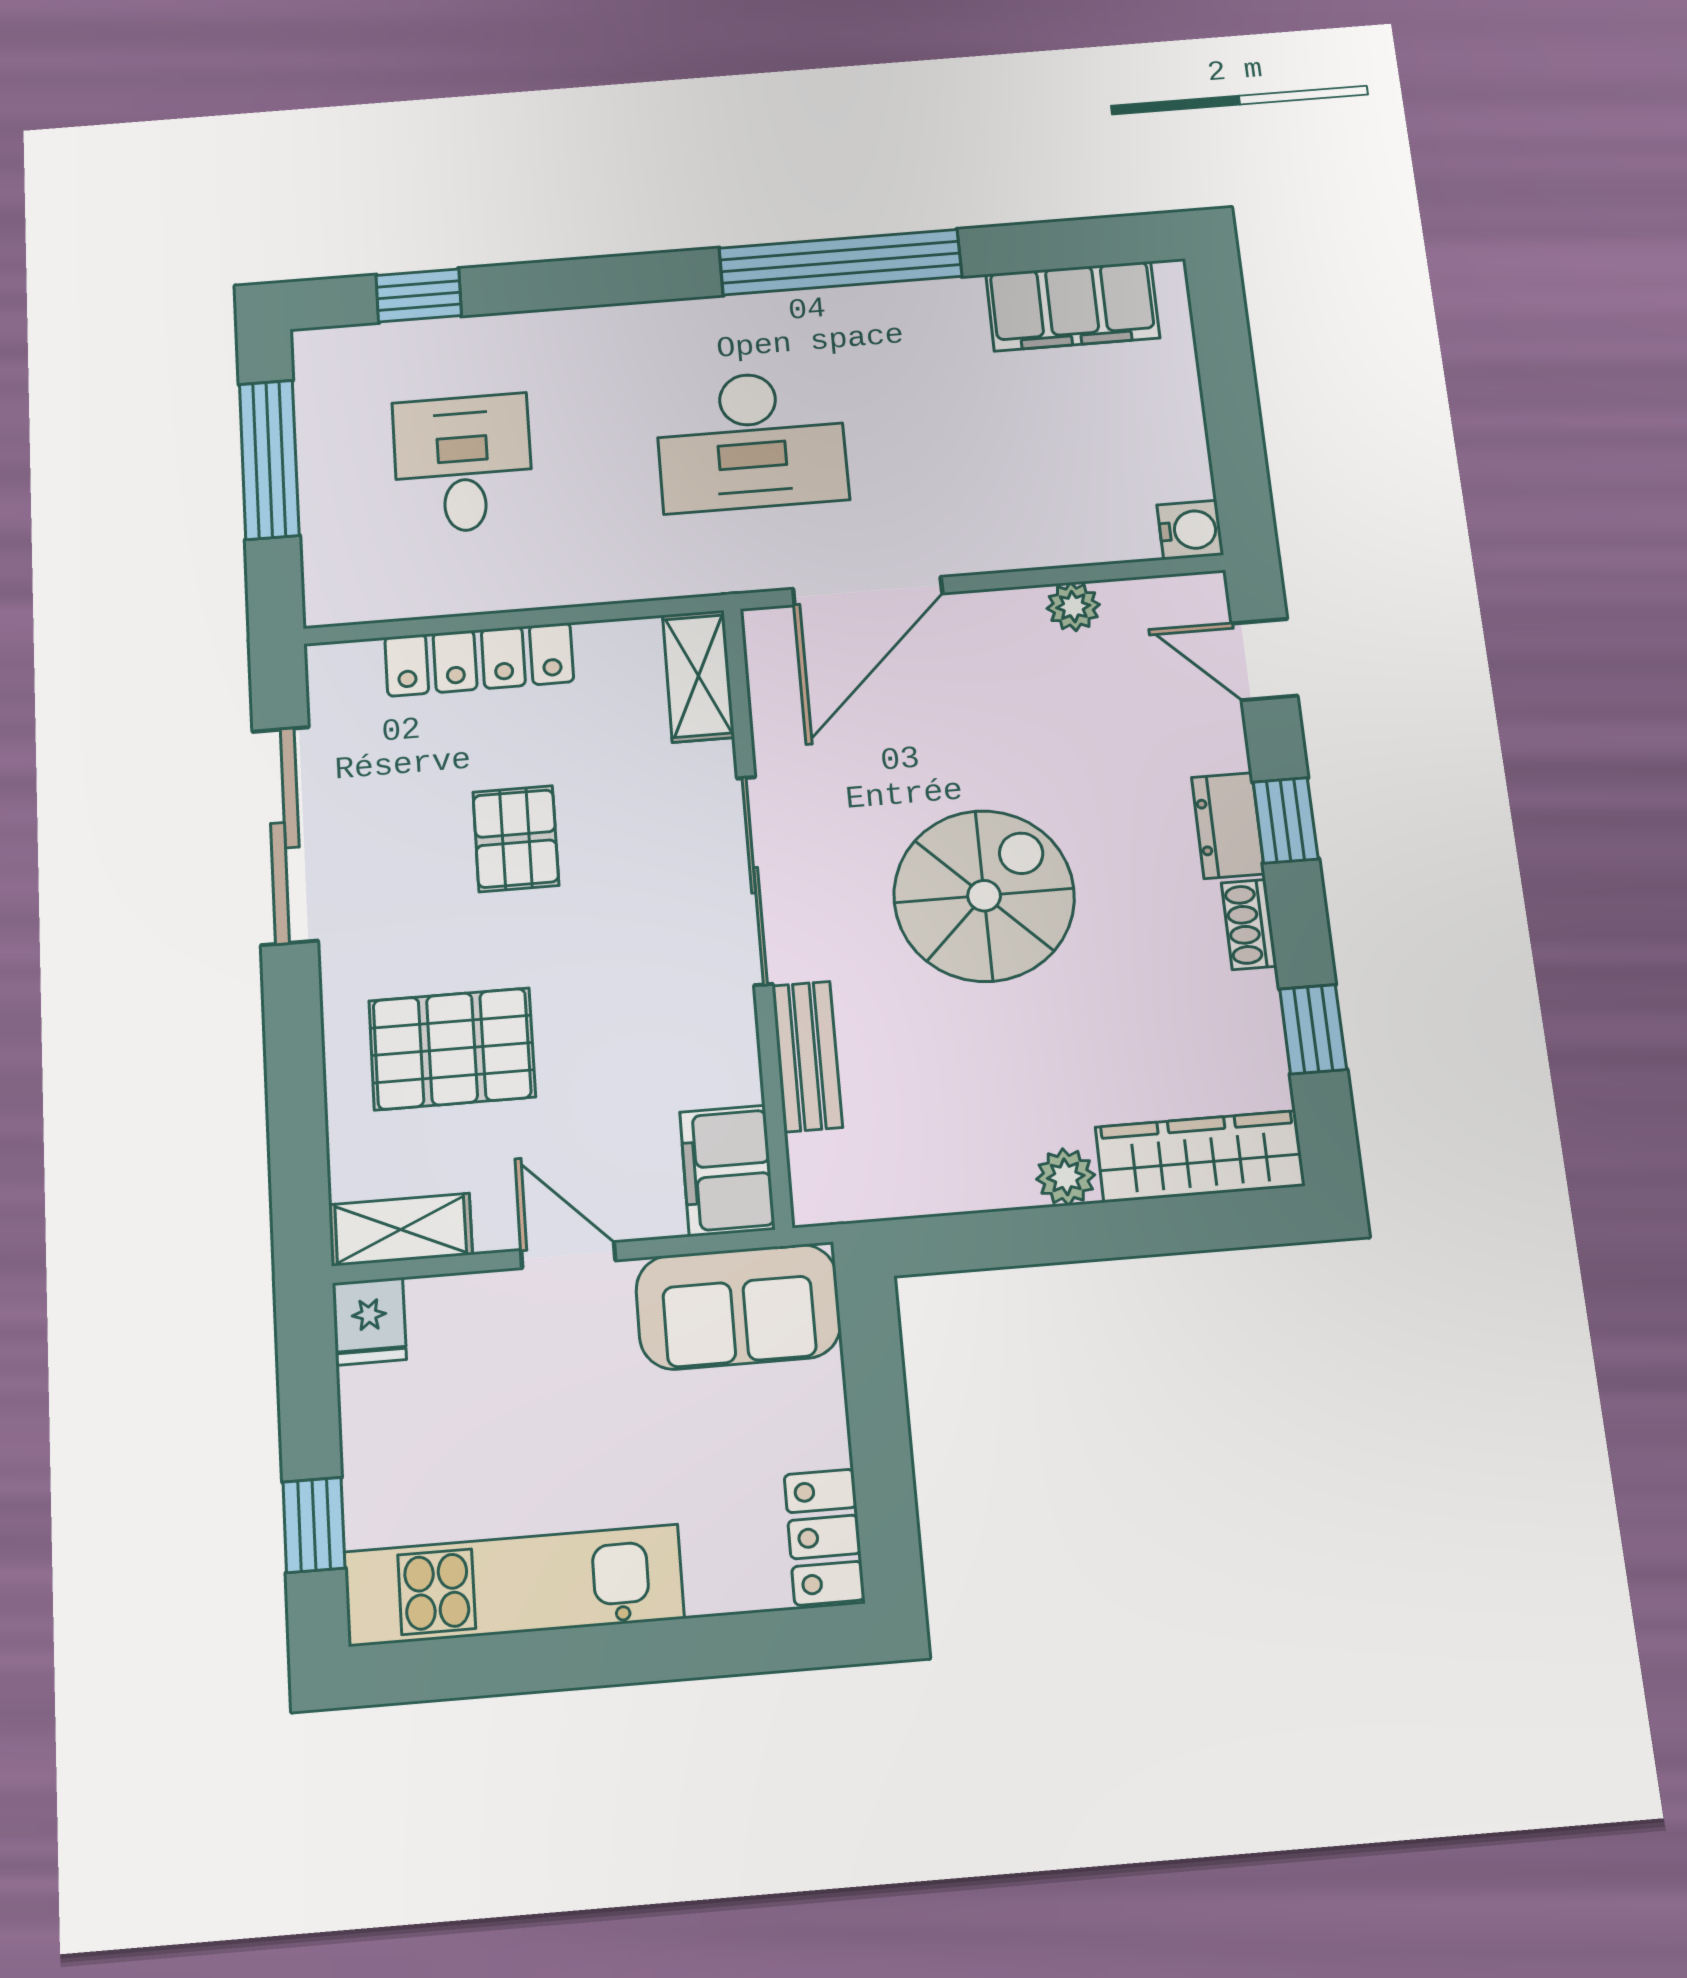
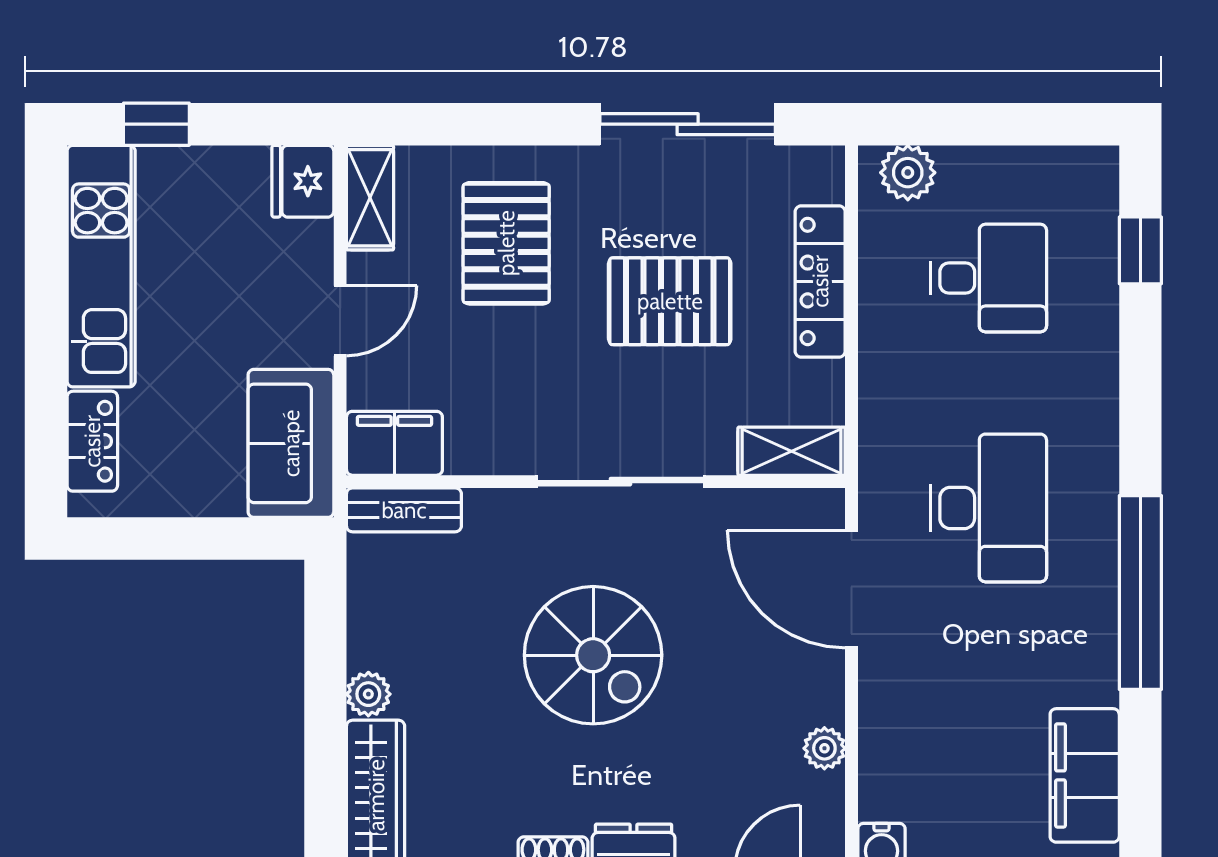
desk: (751, 441) -> (989, 508), turned 180
window: (269, 460) -> (1006, 124), removed
plant: (335, 568) -> (908, 173), added
pallet: (516, 839) -> (670, 301), width x1.50, depth x1.42
bench: (807, 1056) -> (404, 510), moved
fridge: (369, 1321) -> (303, 181), width x1.38
locker: (824, 1537) -> (92, 441), moved, turned 90

